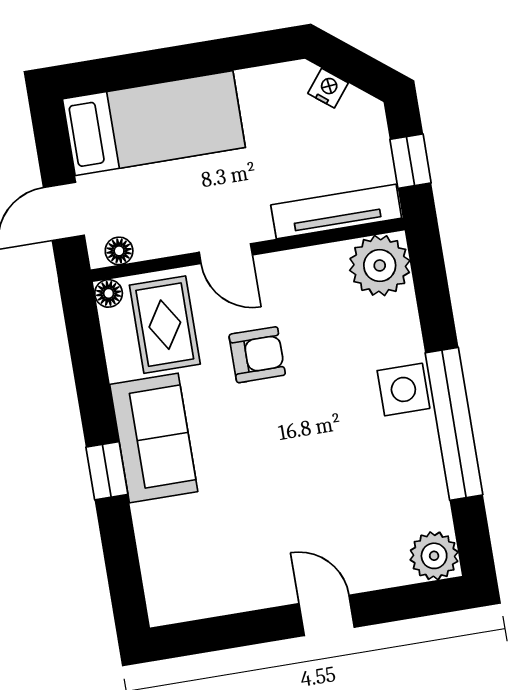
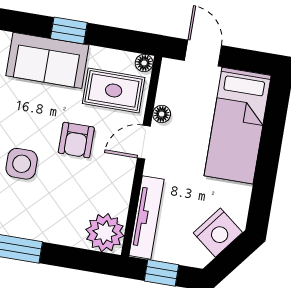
nightstand: (328, 88) -> (218, 233), width x1.89, depth x1.79
floor lamp: (119, 251) -> (162, 114), moved
side table: (403, 389) -> (22, 164), moved
window: (107, 471) -> (69, 31), moved

